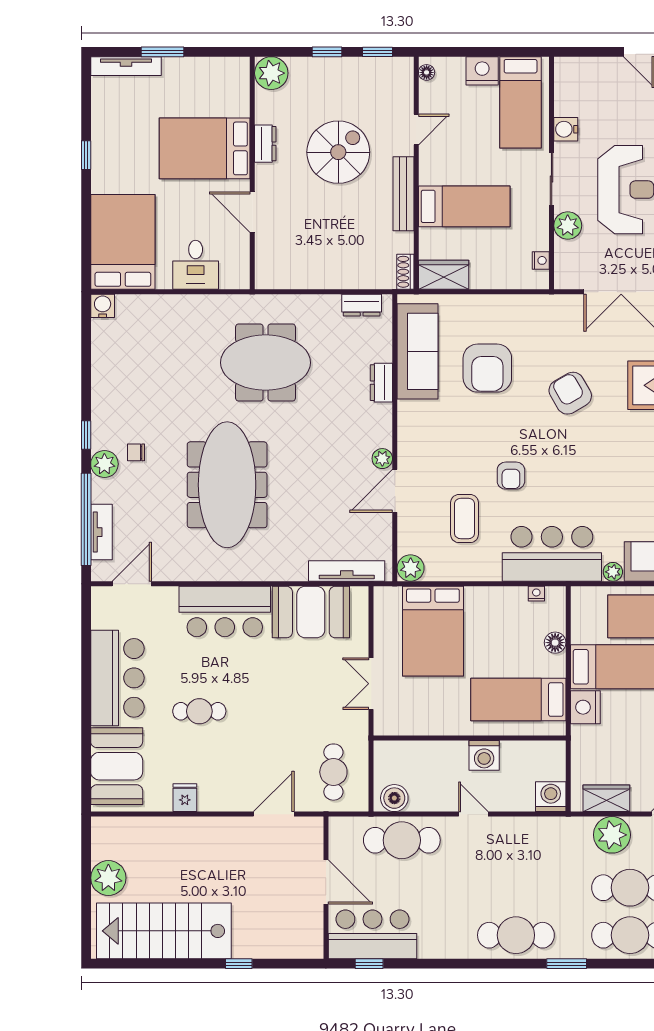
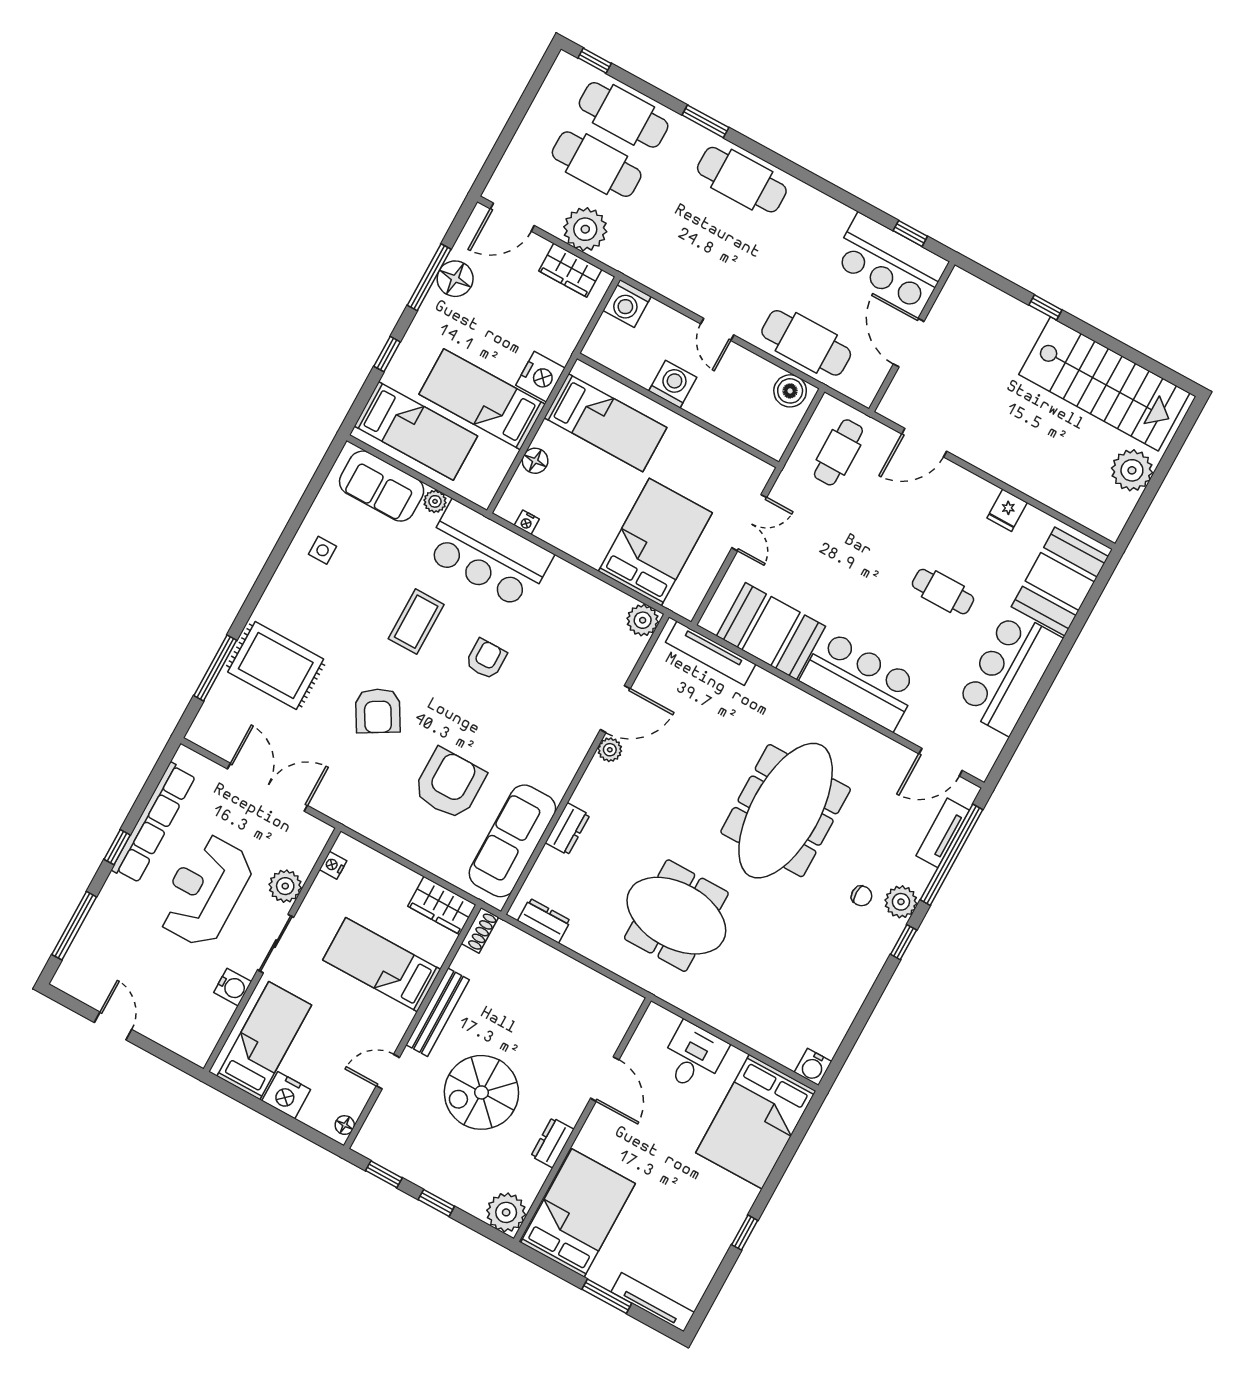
bed: (205, 148) -> (578, 1213), moved, turned -90
coffee table: (465, 519) -> (416, 622), moved

